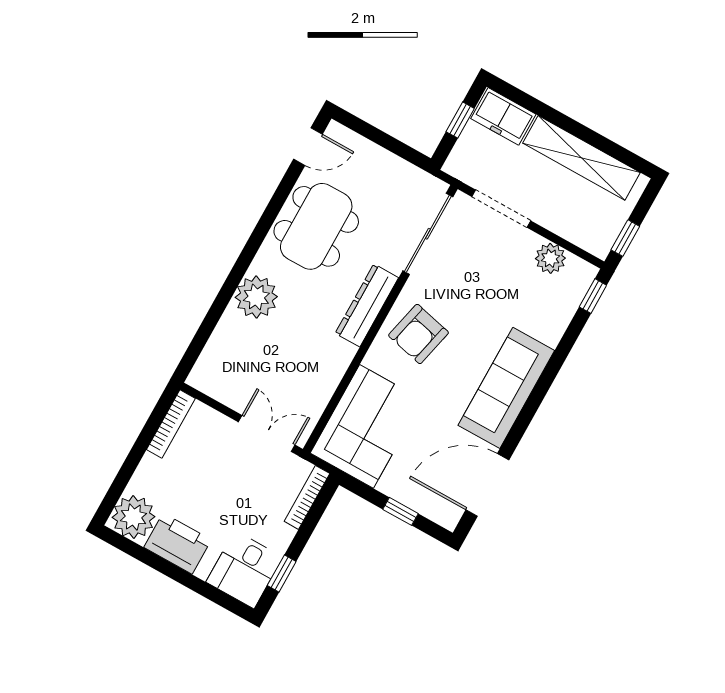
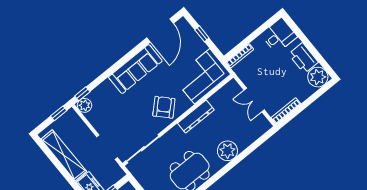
plant: (550, 258) -> (84, 105), moved
dresser: (367, 305) -> (196, 116), moved
armchair: (419, 334) -> (164, 107), turned -57
double door: (267, 433) -> (254, 100), moved
door: (487, 485) -> (160, 31), hinge flipped
window: (282, 574) -> (264, 27), removed

